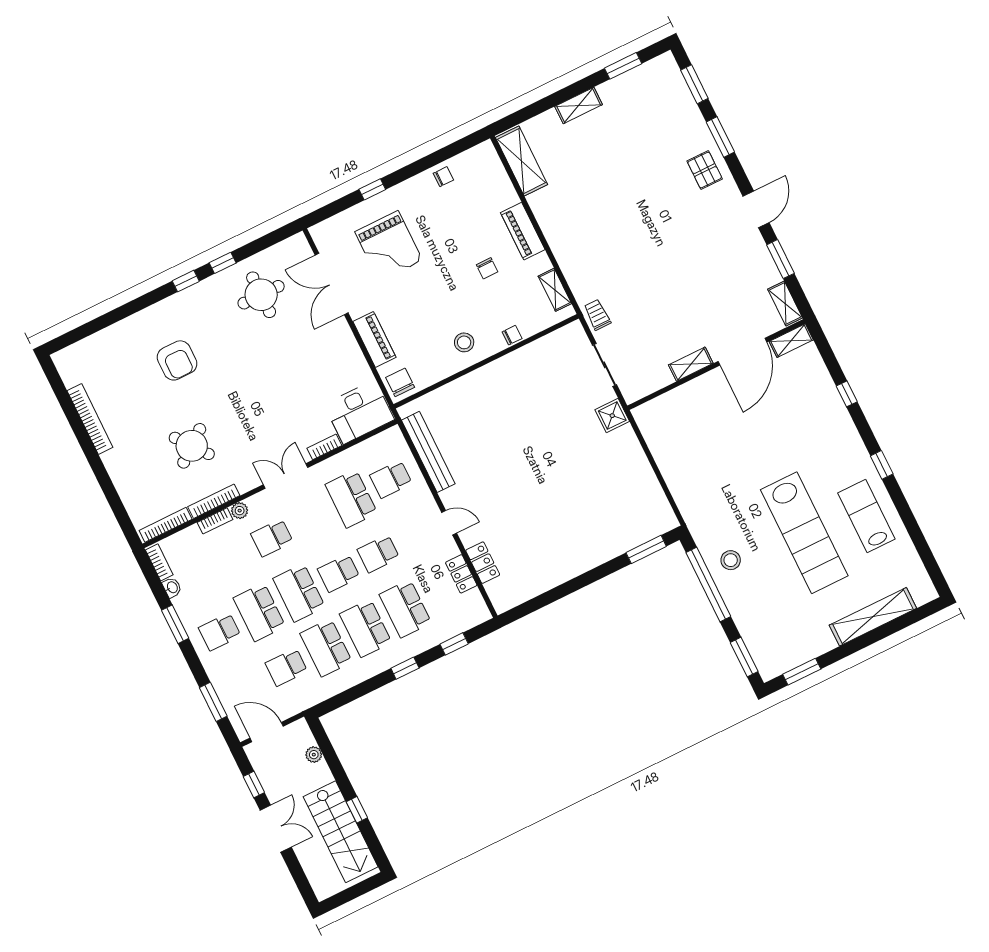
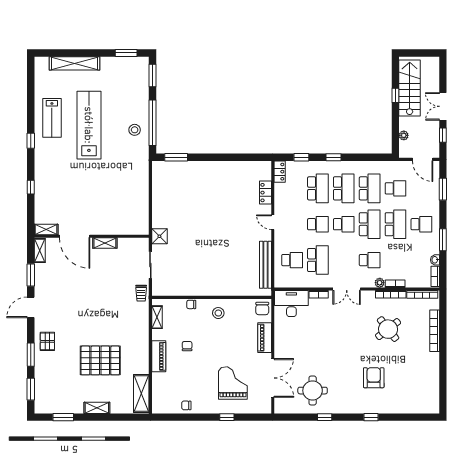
pallet: (609, 181) -> (100, 360), added
window: (186, 281) -> (371, 417), moved
door: (742, 352) -> (75, 236), swing flipped
bookcase: (90, 419) -> (435, 331), moved
locker: (461, 574) -> (280, 172), moved

